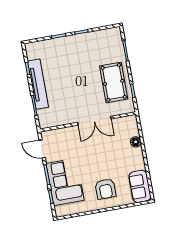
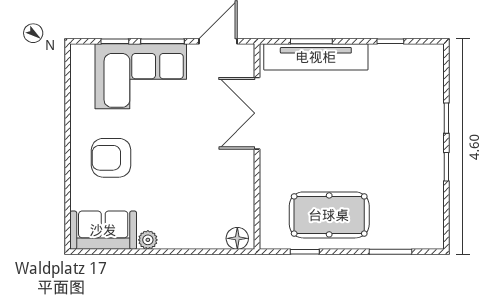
tv unit: (38, 84) -> (316, 57), moved
double door: (94, 121) -> (257, 113), moved
floor lamp: (136, 142) -> (237, 238), moved
plant: (141, 165) -> (148, 240), added

